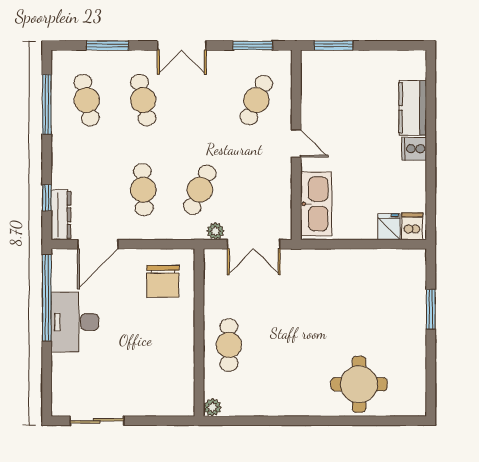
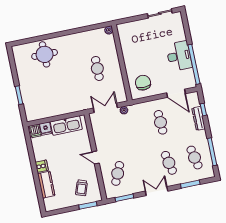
trolley: (339, 86) -> (82, 188), added
cafe table: (200, 190) -> (135, 128), removed
kitchen sink: (316, 204) -> (66, 125), moved, turned -90
dresser: (61, 215) -> (199, 118), moved
door: (98, 244) -> (176, 93), swing flipped
cafe table: (229, 345) -> (97, 68), moved

